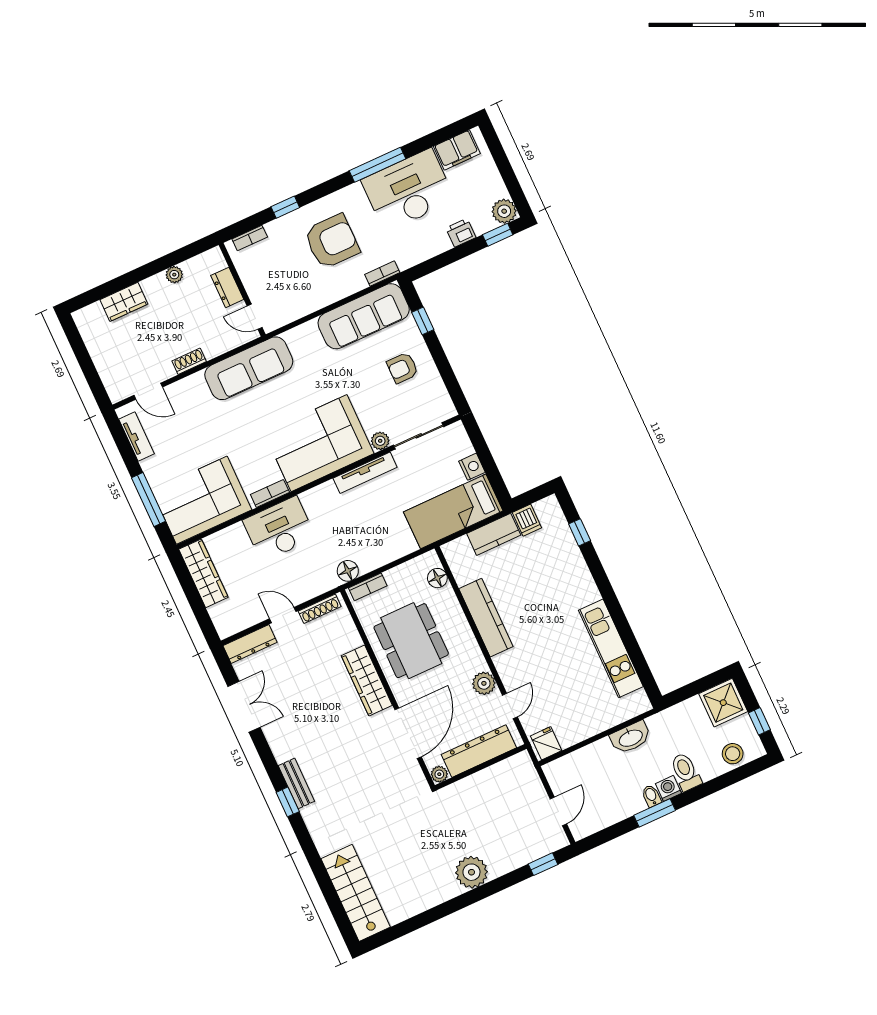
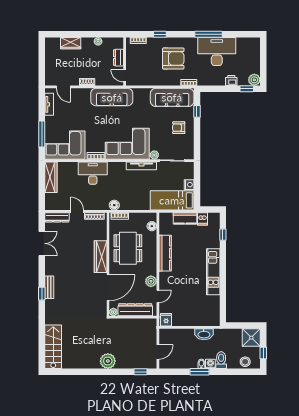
filing cabinet: (457, 150) -> (246, 44), removed
kitchen unit: (611, 648) -> (213, 272), moved

